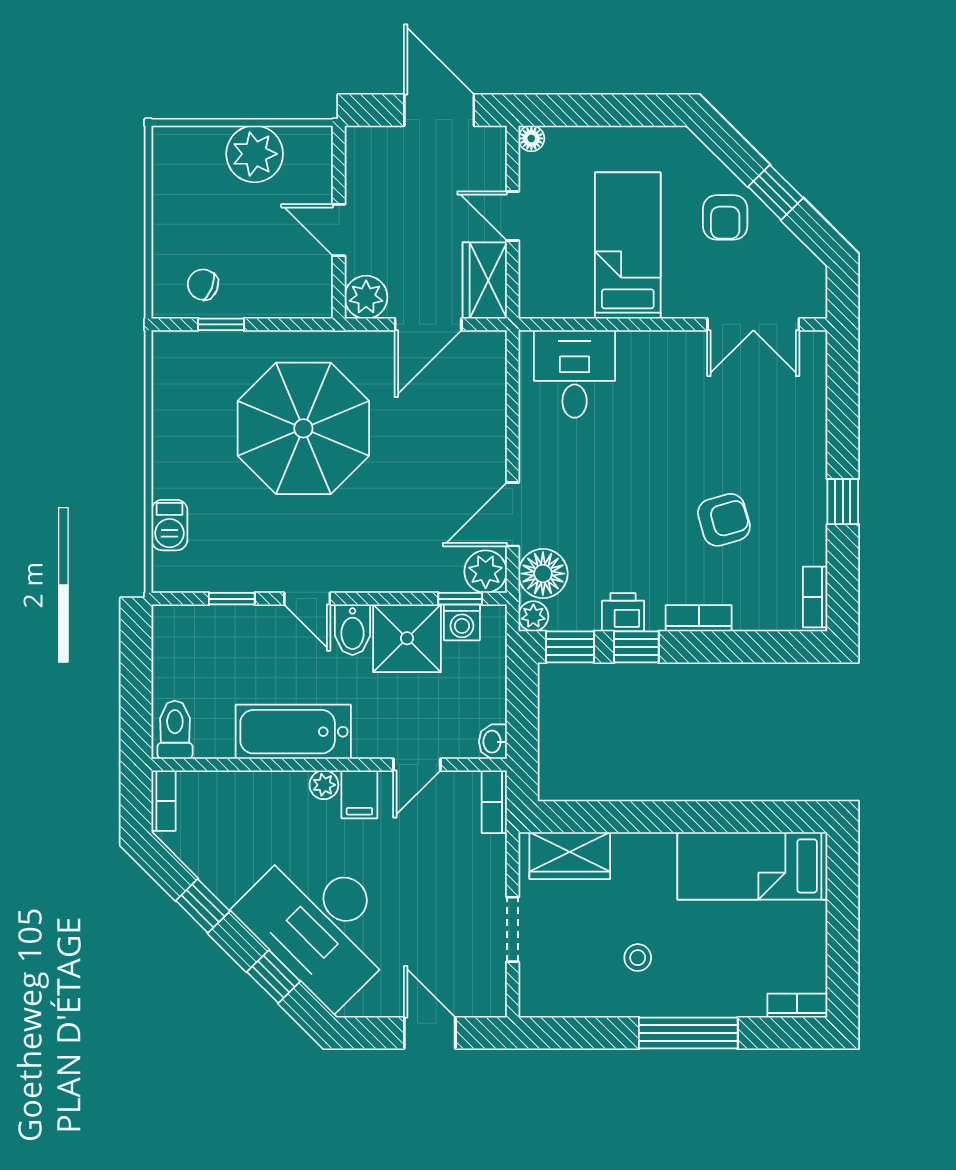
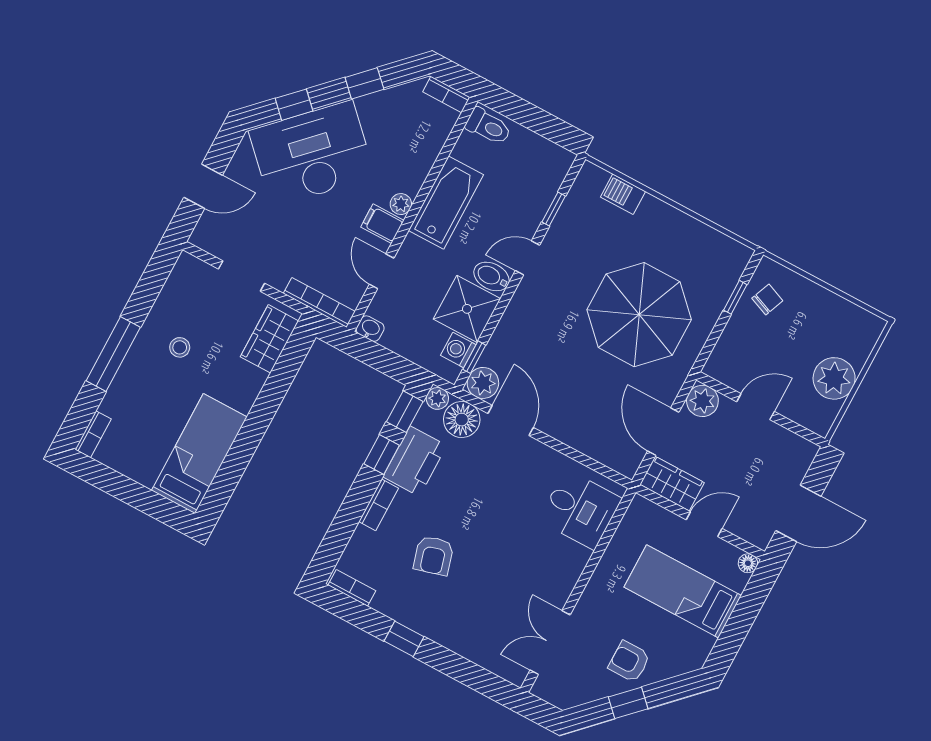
bed: (628, 245) -> (683, 591), moved, turned 180
printer: (623, 612) -> (415, 461), width x1.87, depth x1.48
bookcase: (494, 802) -> (319, 302), width x1.56

